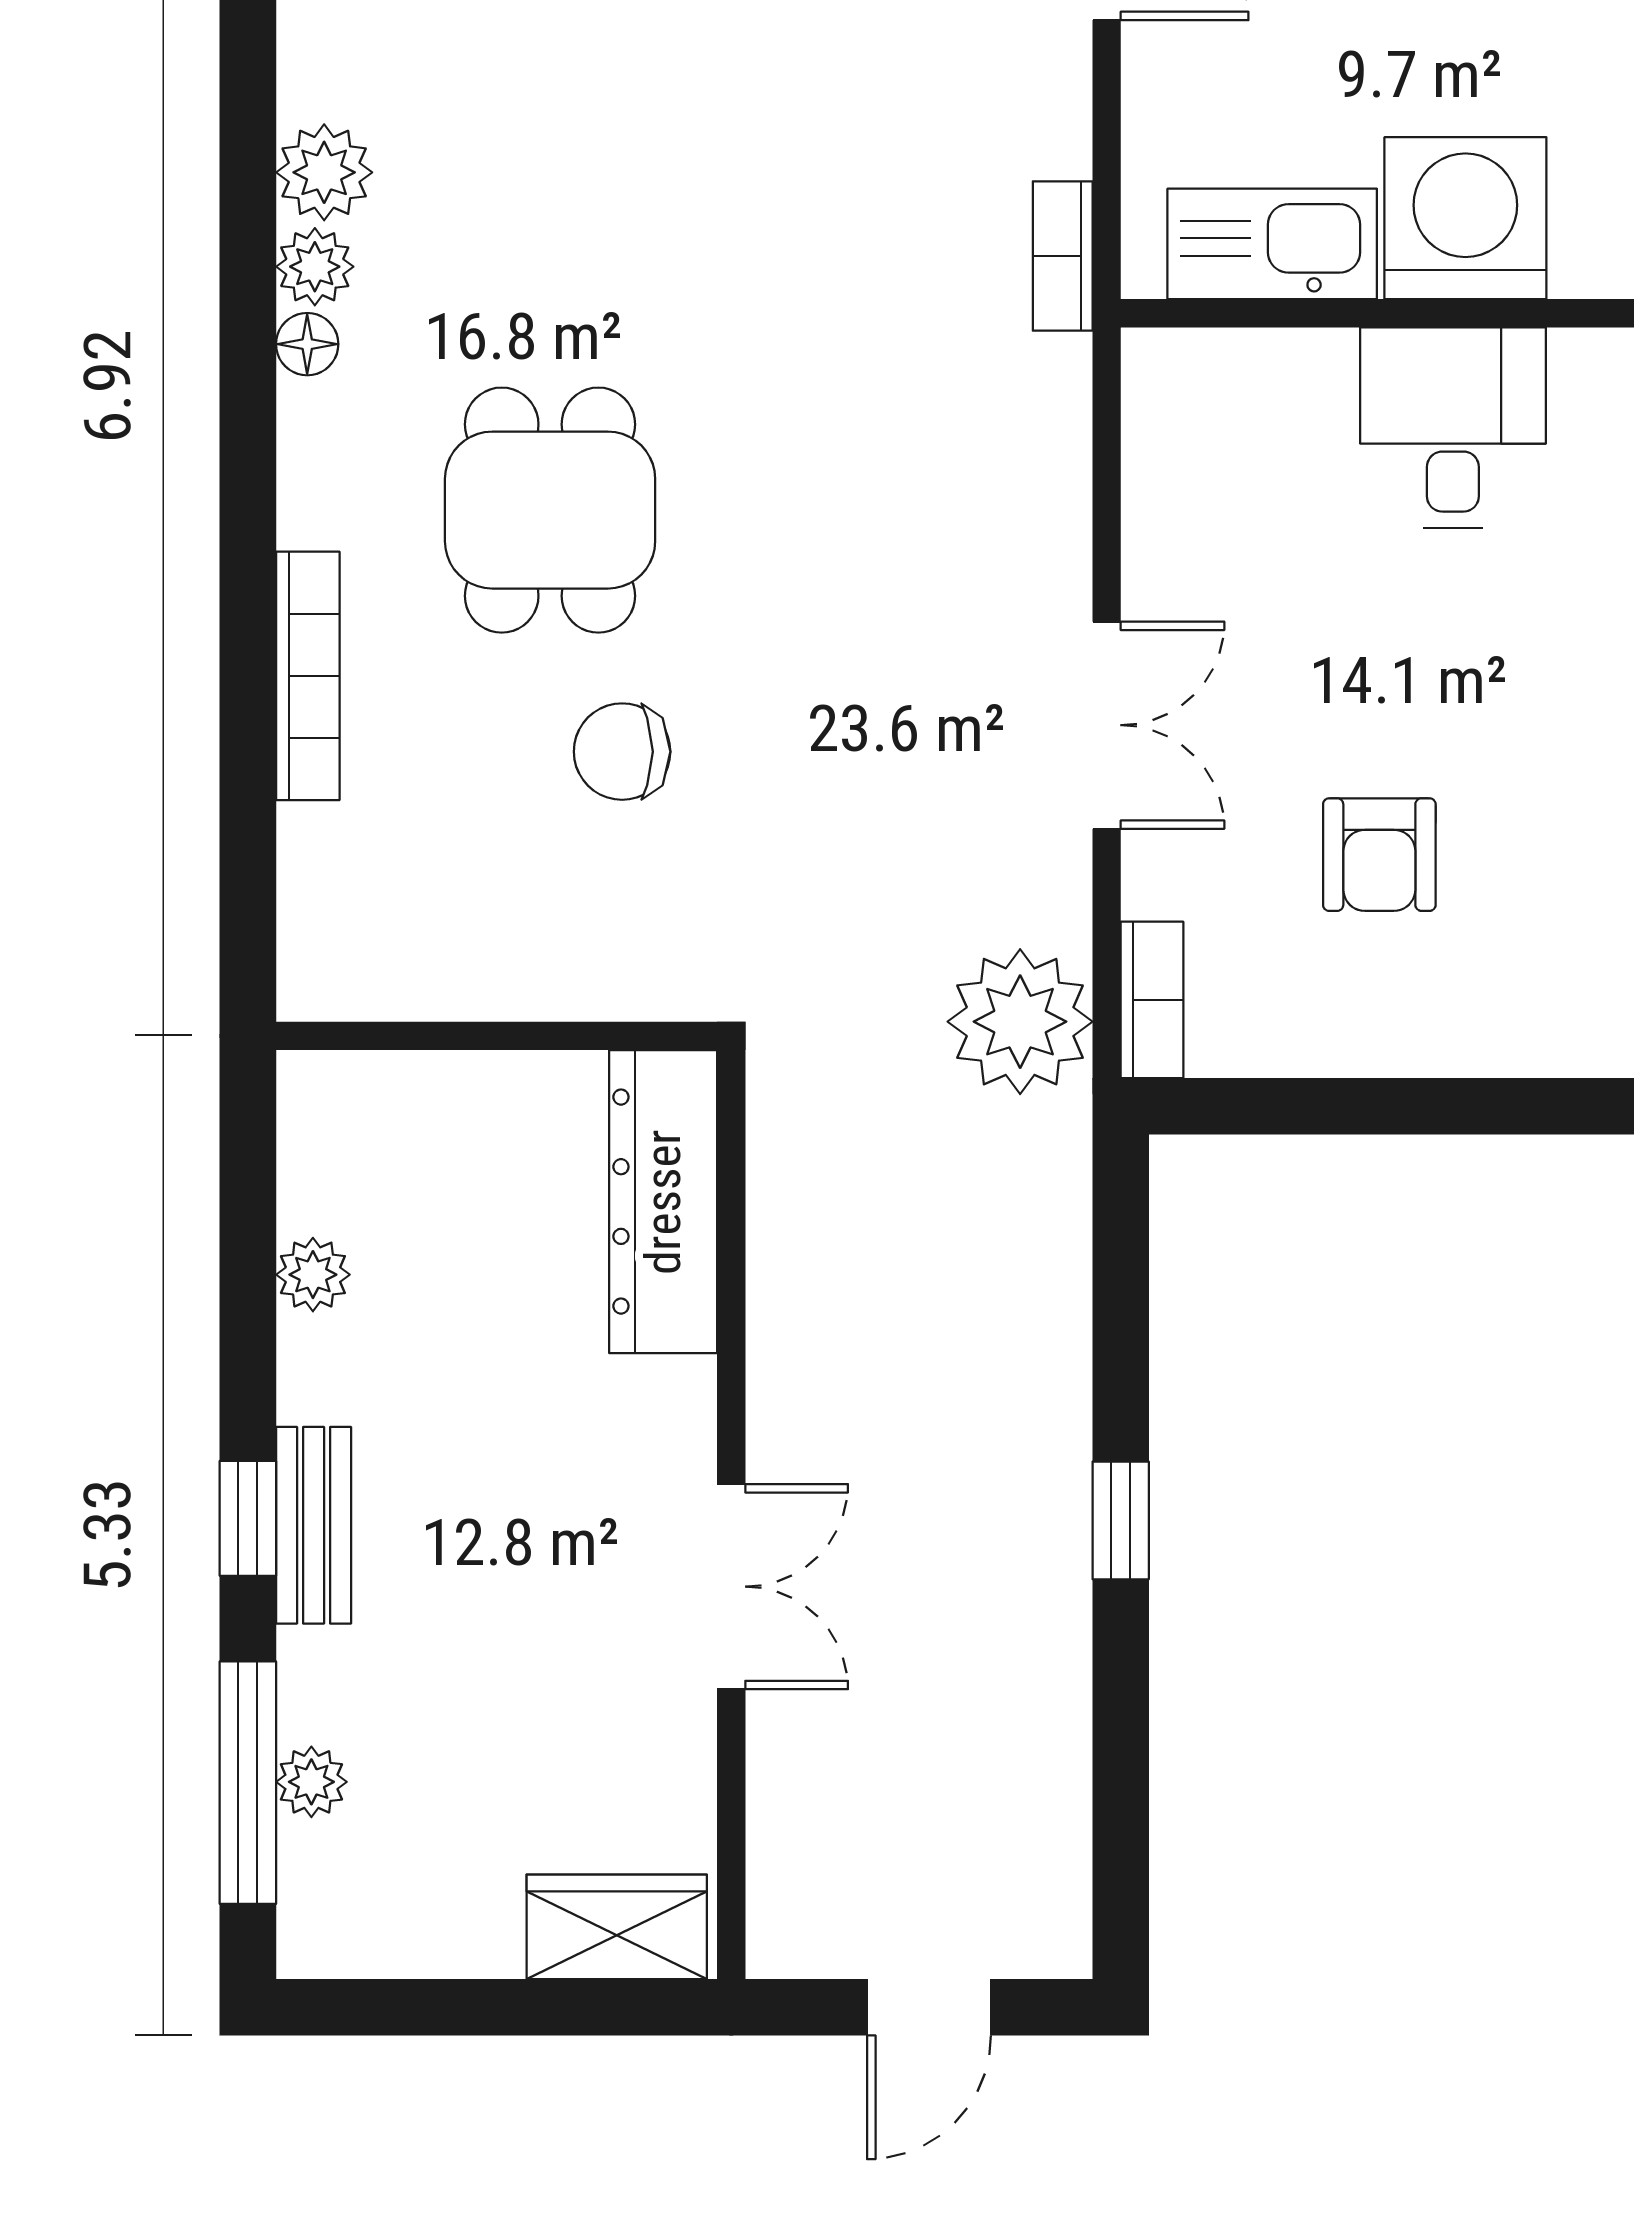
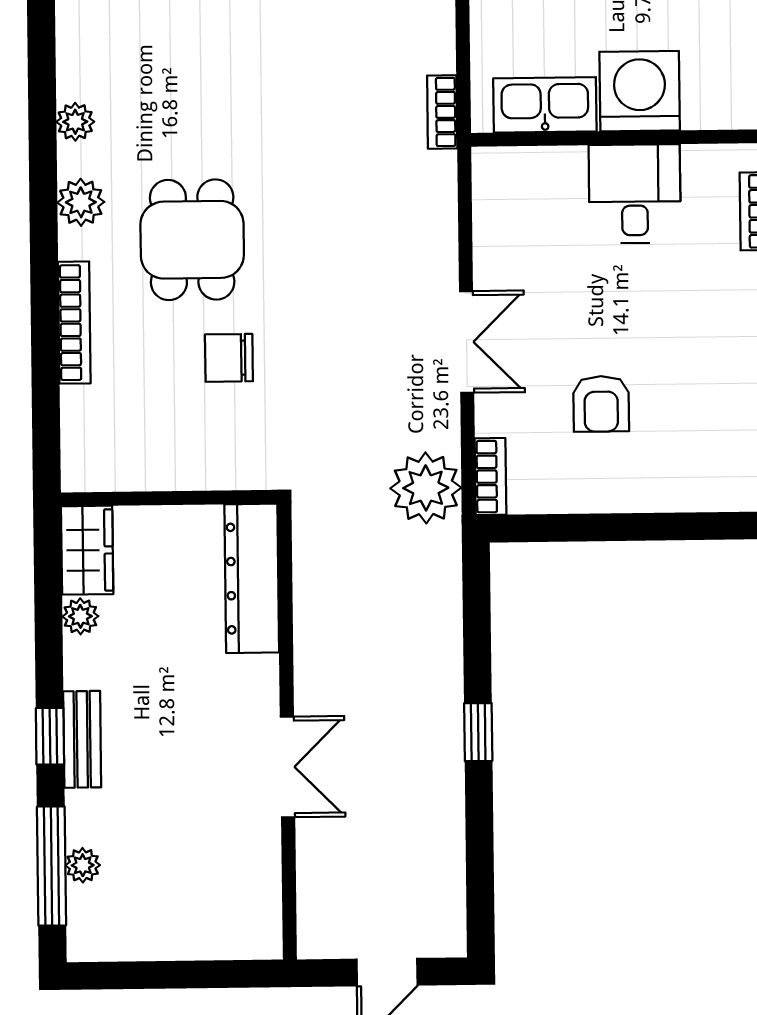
plant: (324, 172) -> (81, 202), moved
floor lamp: (307, 344) -> (72, 160), removed
wardrobe: (617, 1927) -> (87, 550), moved, turned 90

